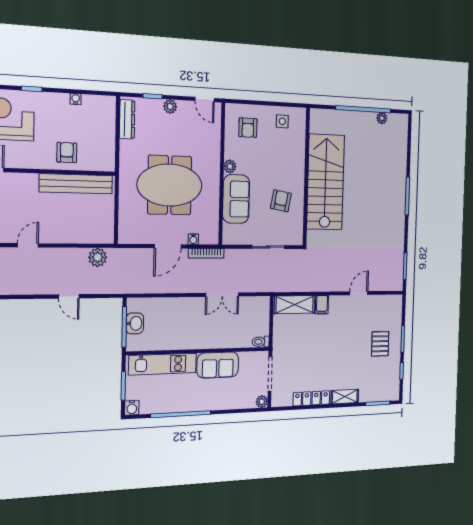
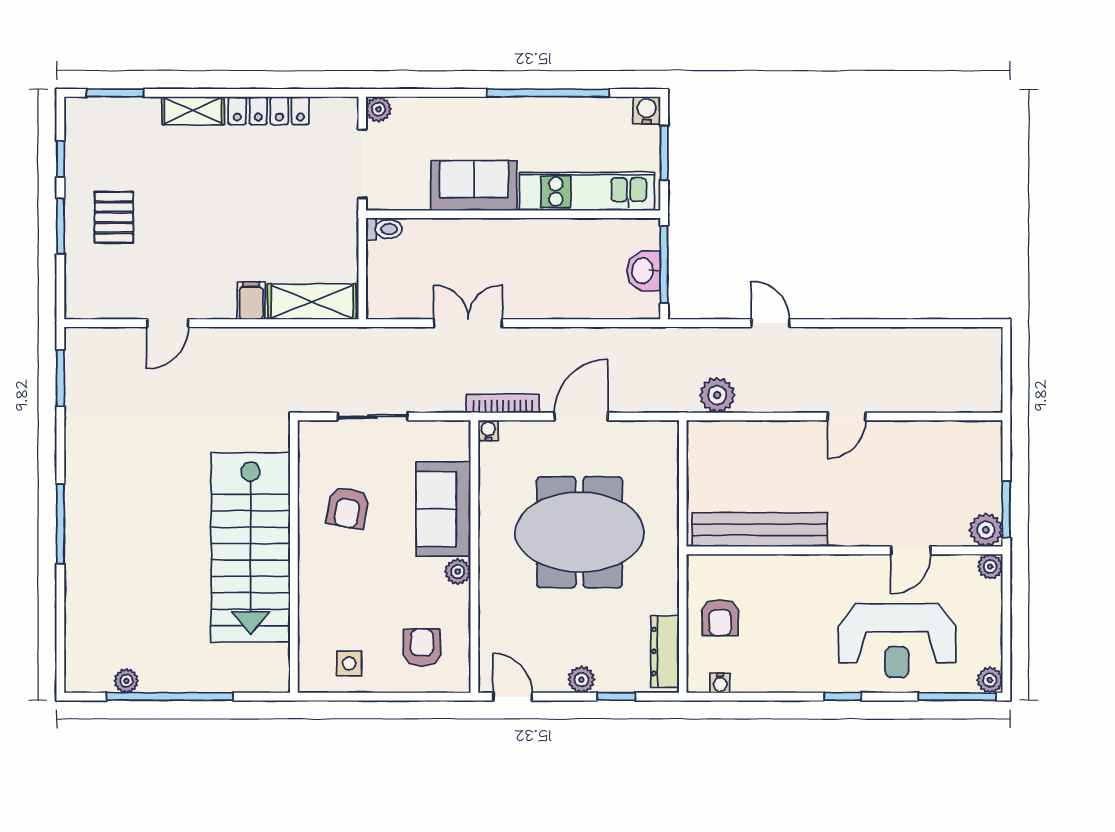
water cooler: (76, 99) -> (720, 683), moved
armchair: (67, 153) -> (720, 618), moved
water cooler: (193, 239) -> (488, 430), moved

